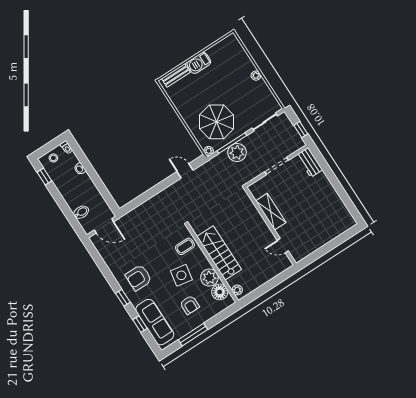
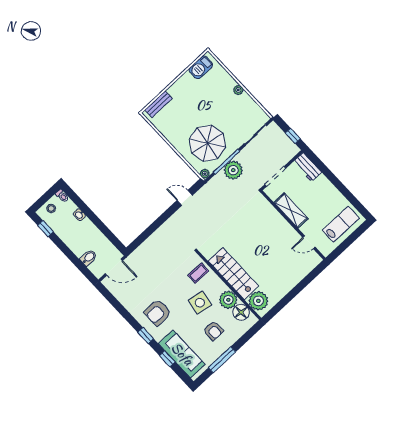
barbecue: (199, 63) -> (201, 67), moved
shelving: (271, 212) -> (291, 211), moved
lab bench: (332, 224) -> (341, 224), added
wall: (270, 226) -> (293, 225), moved
door: (283, 246) -> (309, 242), moved
plant: (237, 290) -> (258, 301), width x1.87, depth x1.87

